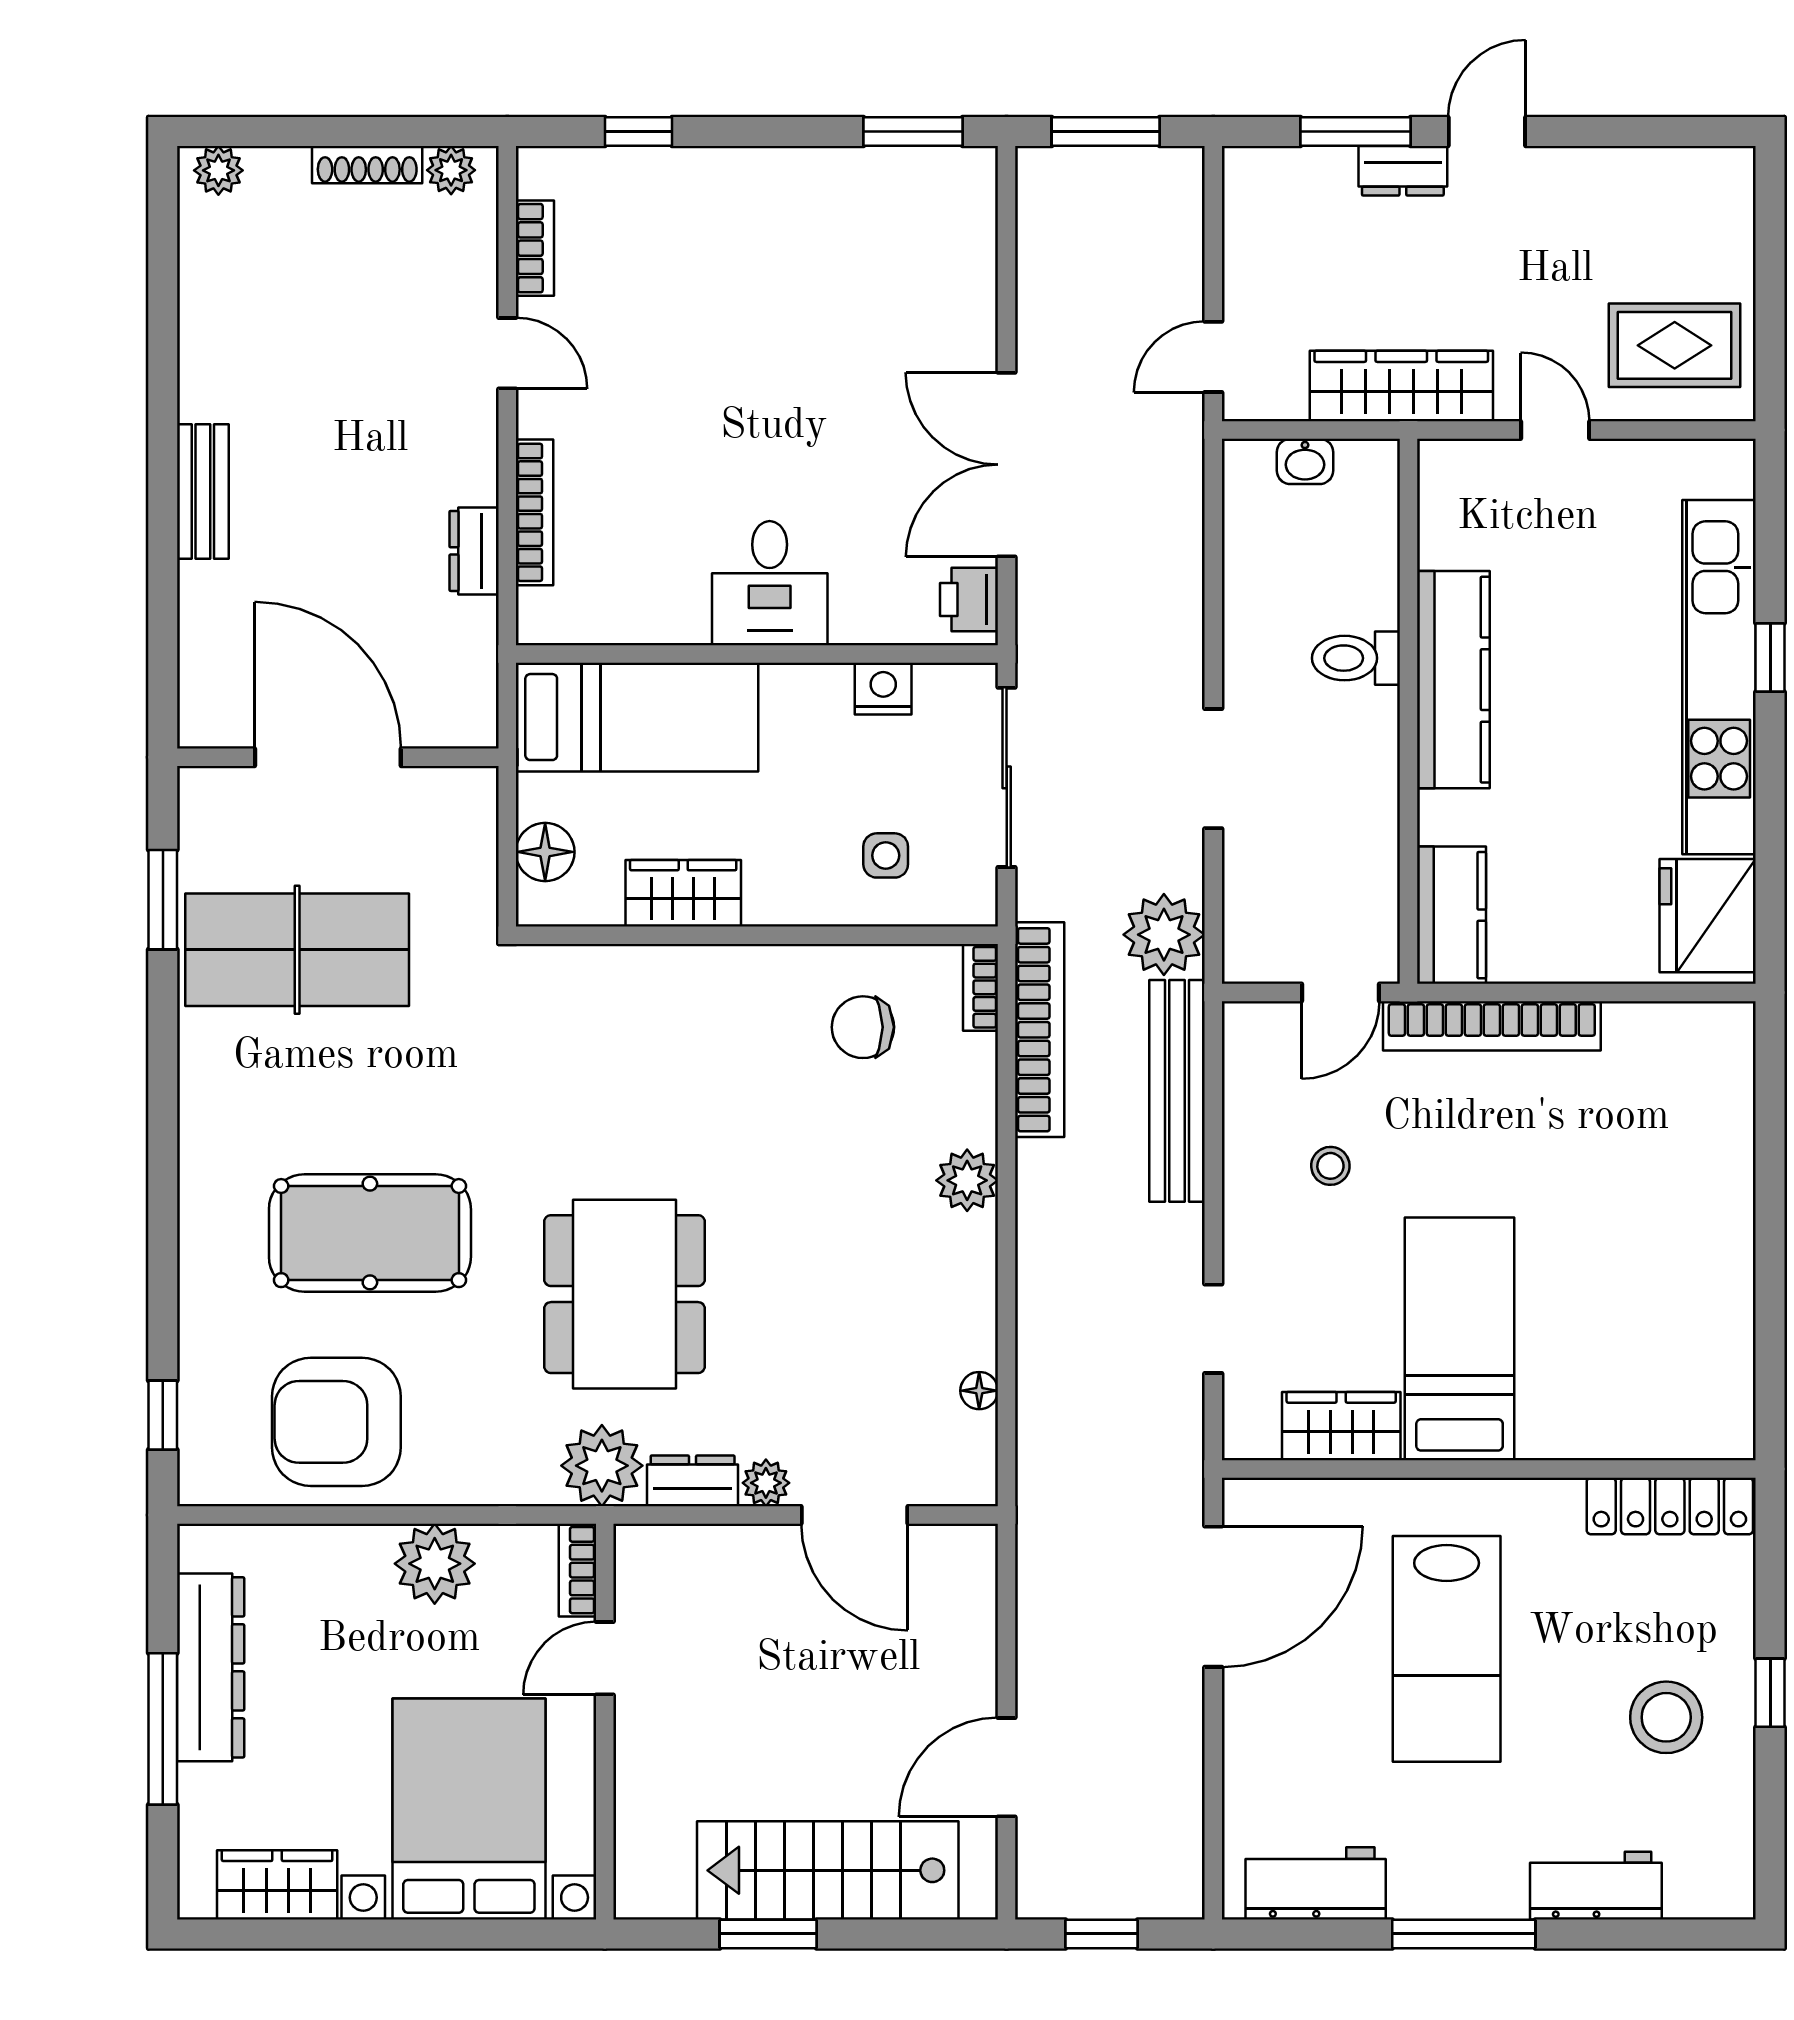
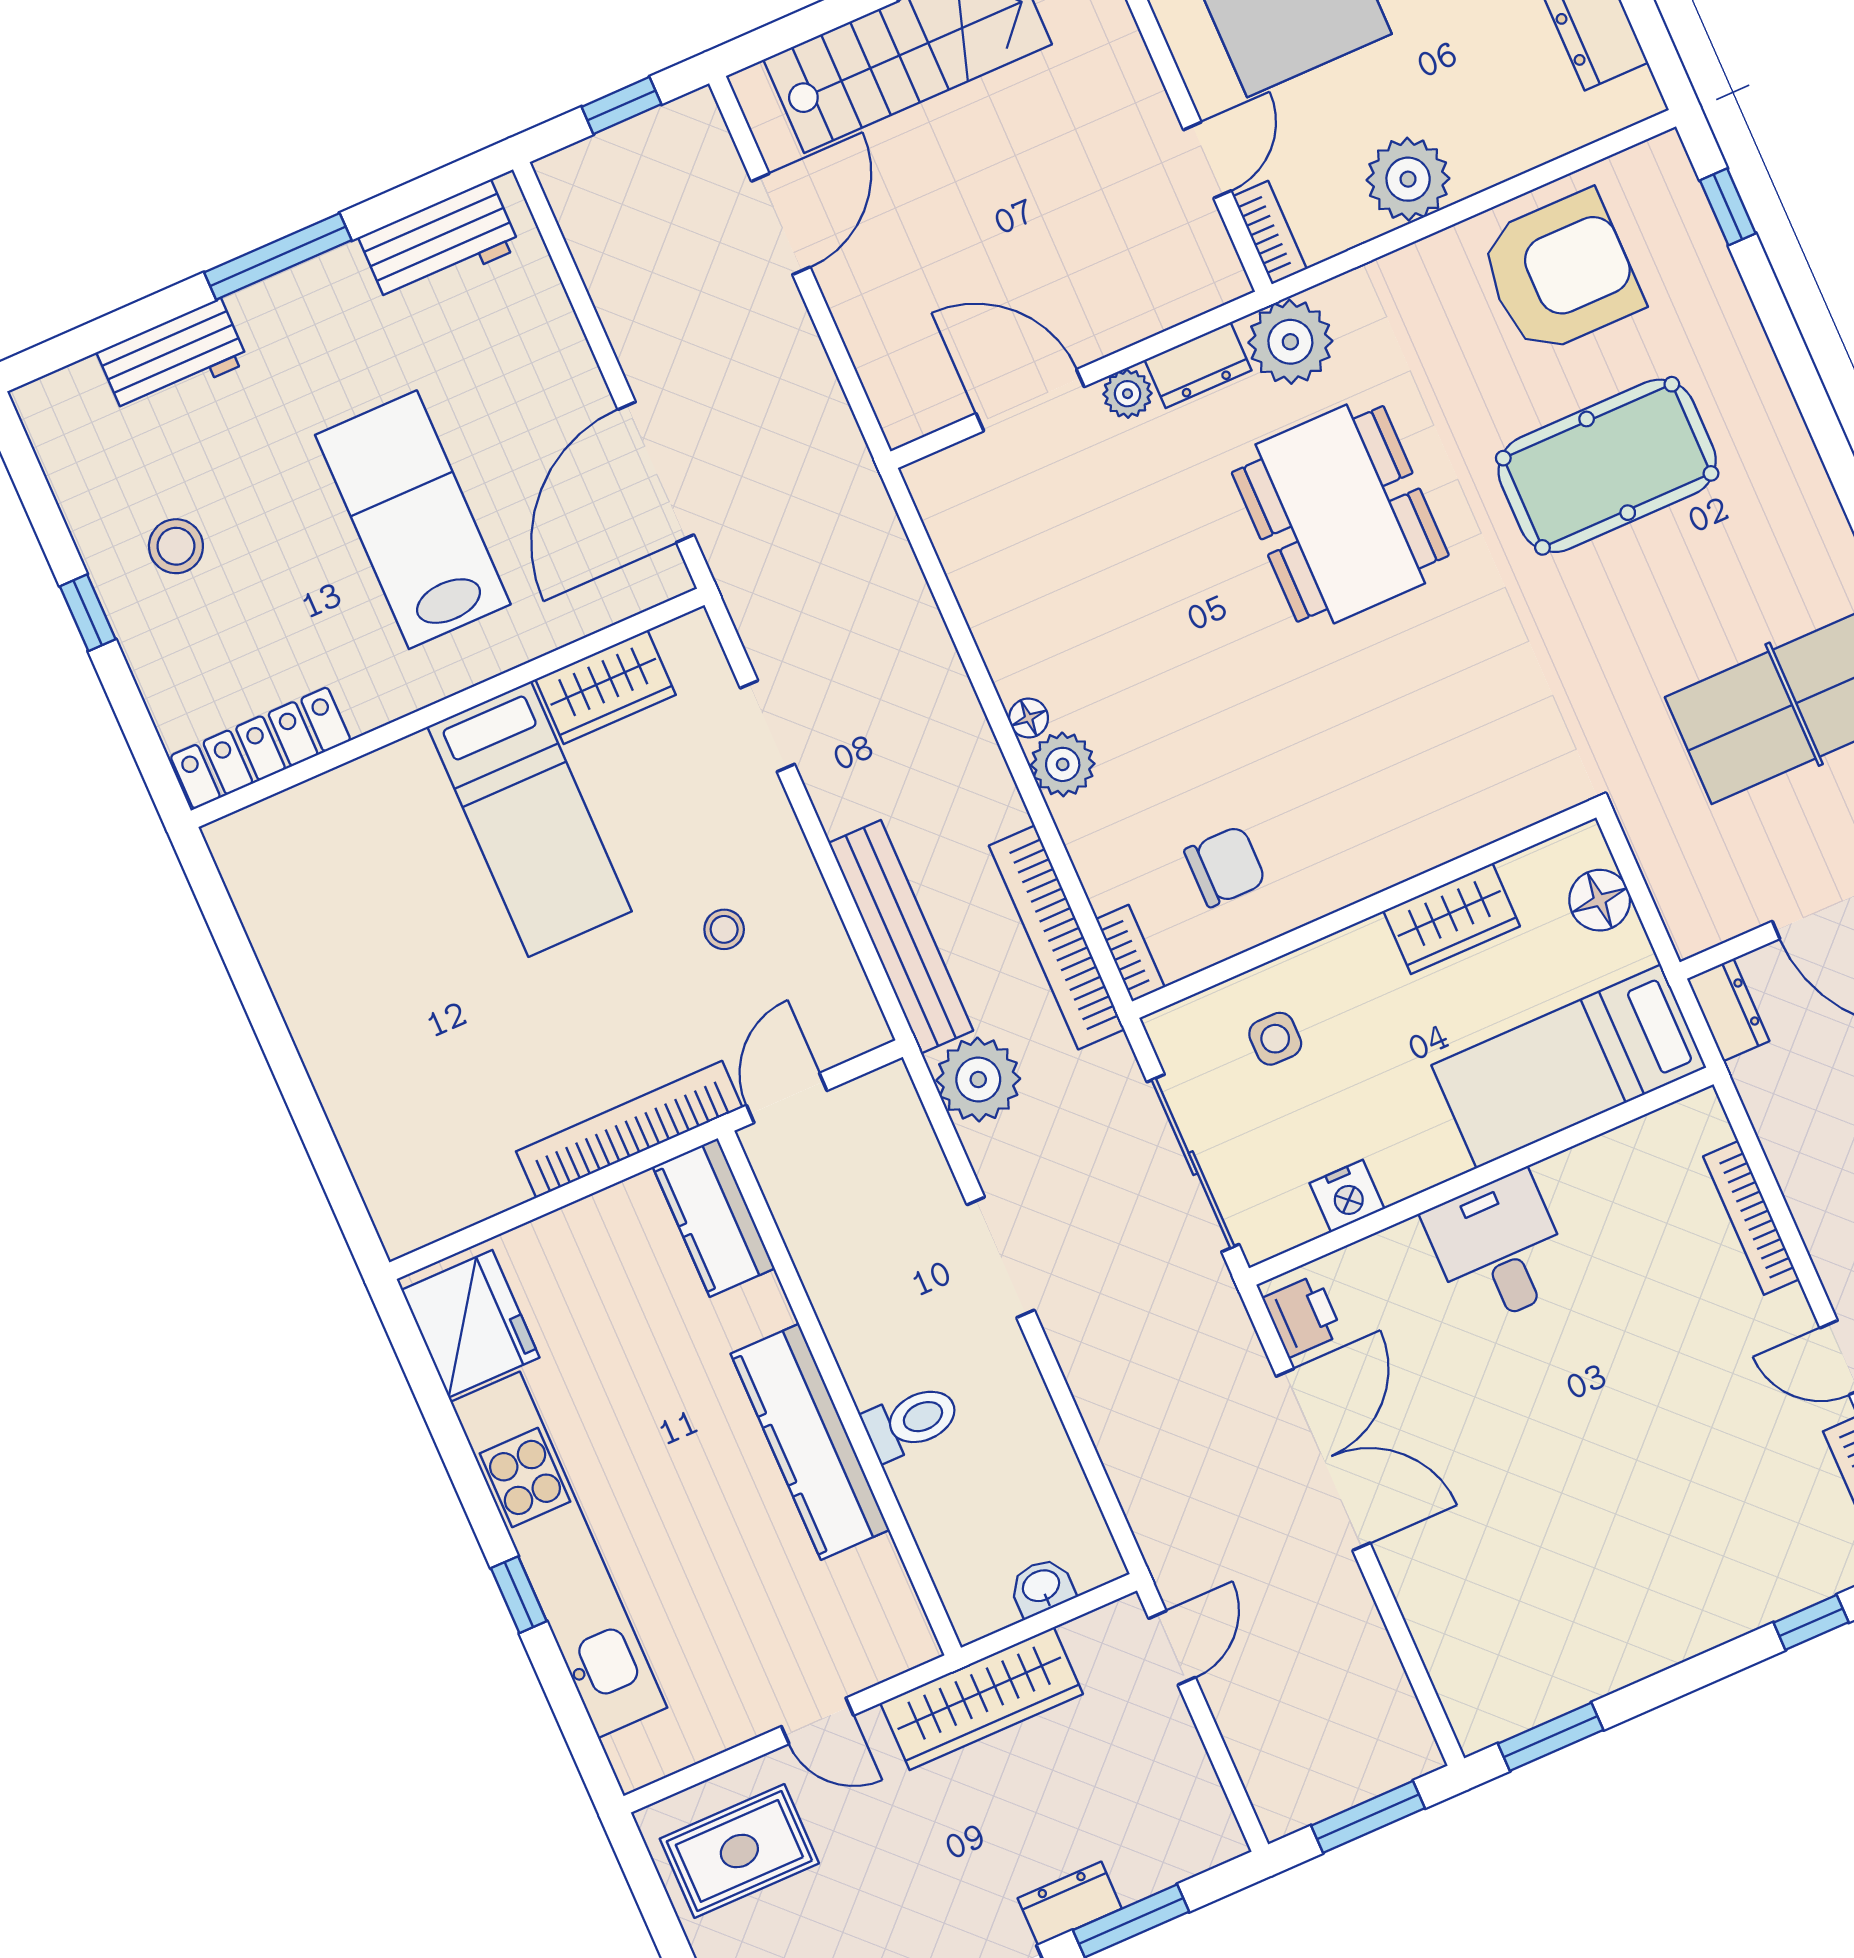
dresser: (474, 551) -> (1728, 1010), moved
floor lamp: (979, 1391) -> (1029, 718), moved
stool: (1666, 1717) -> (176, 546), width x0.73, depth x0.73

